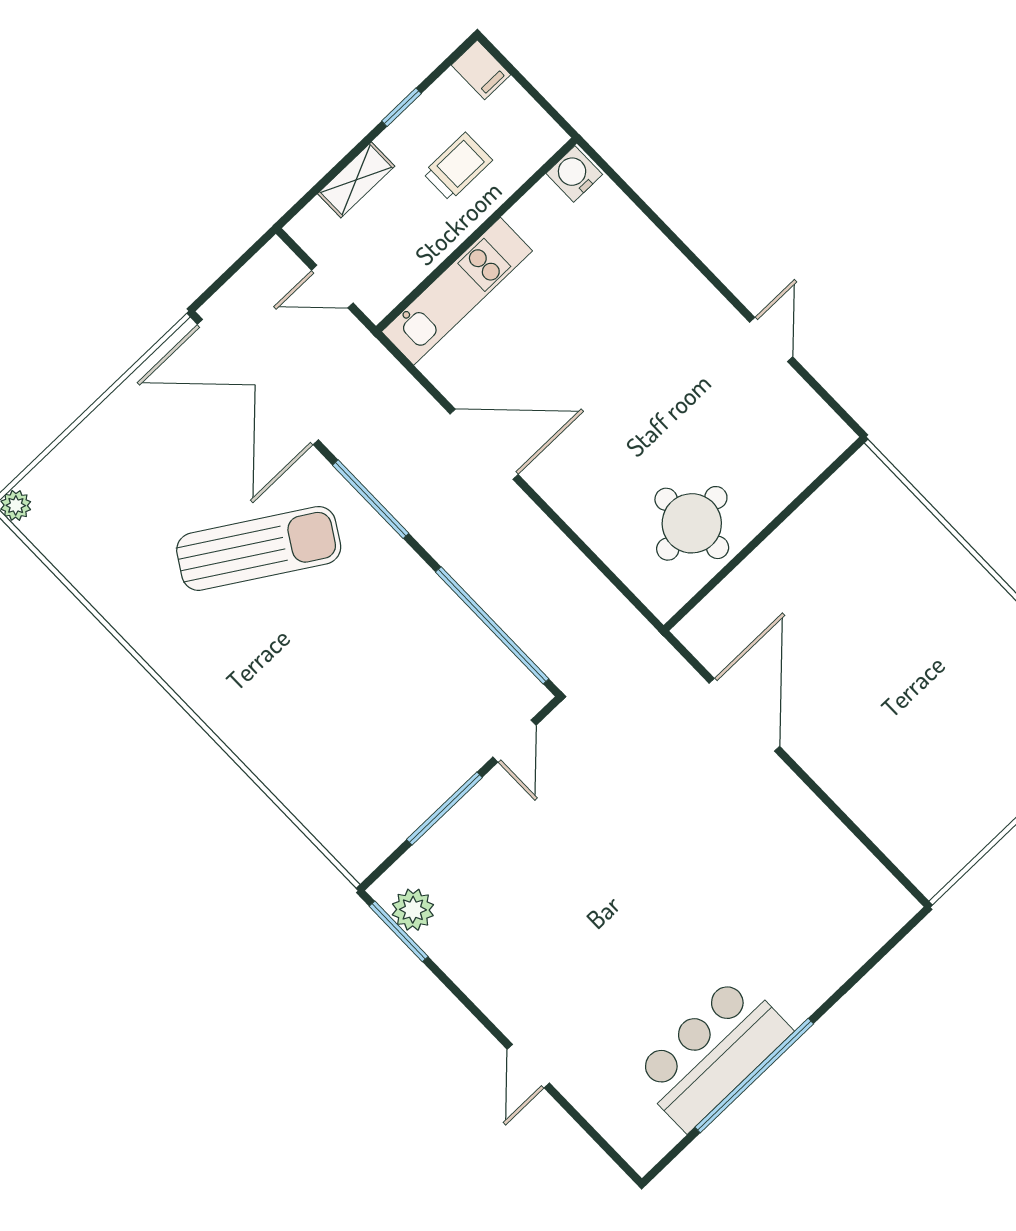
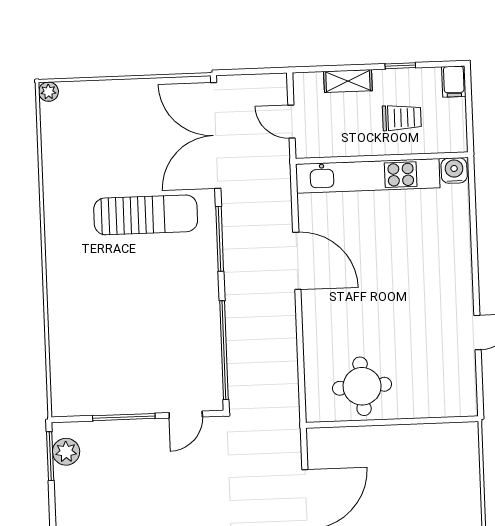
kitchen unit: (457, 291) -> (368, 176), width x1.36
sun lounger: (259, 548) -> (146, 215), turned -32

